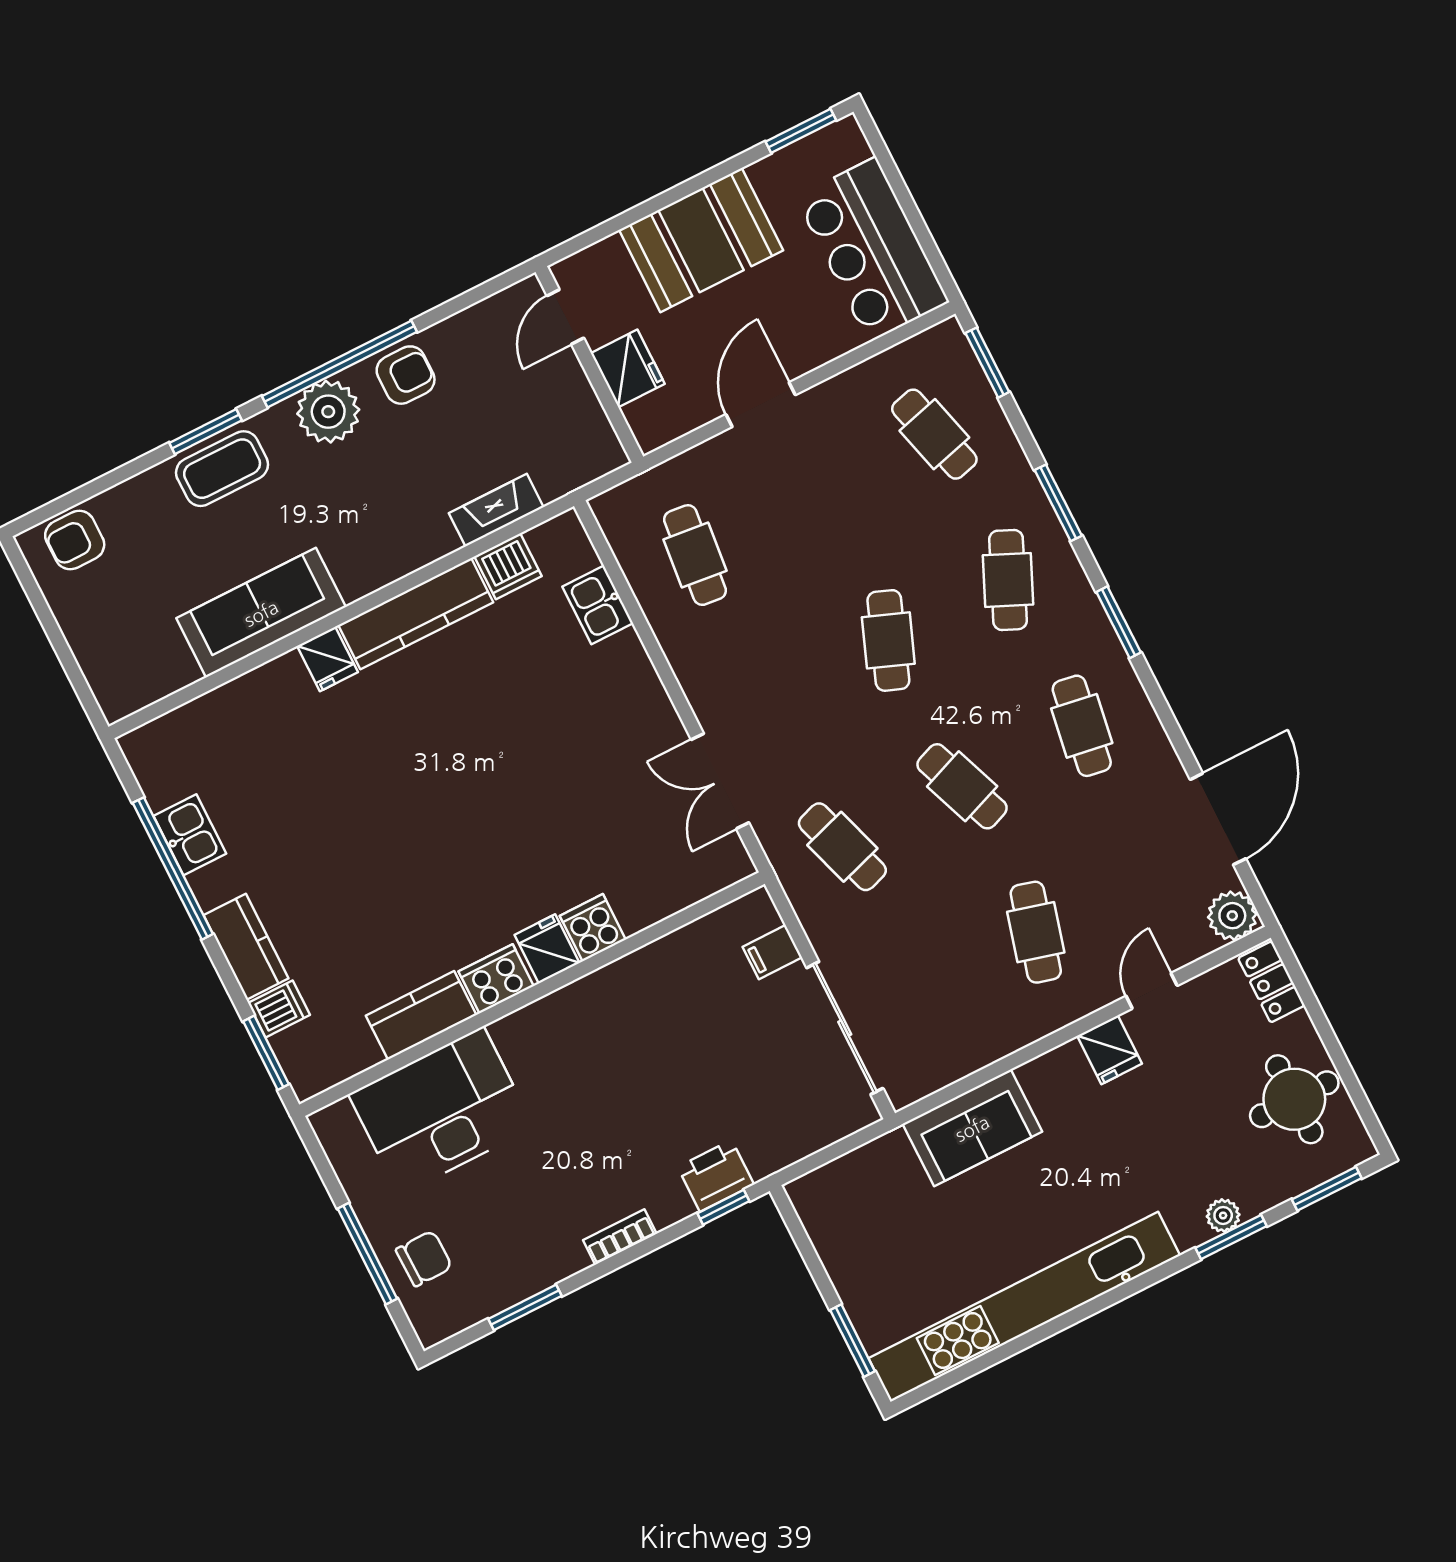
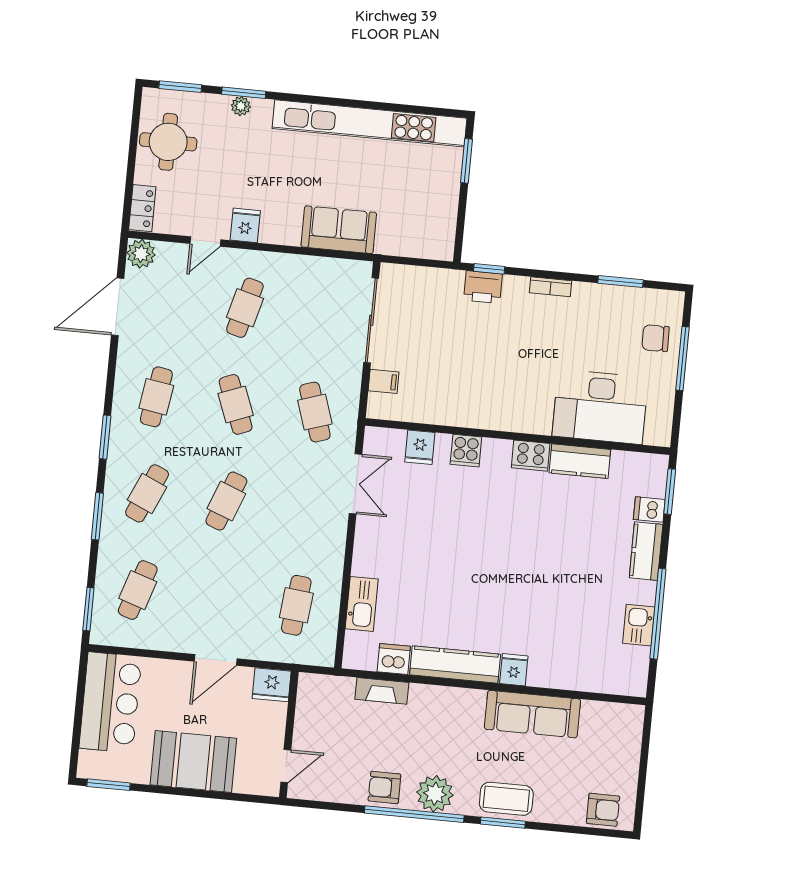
fridge: (628, 368) -> (272, 685), moved, turned -90
cafe table: (934, 434) -> (138, 590), turned 33
kitchen sink: (598, 605) -> (362, 604), width x1.38
fridge: (547, 949) -> (420, 447), moved

